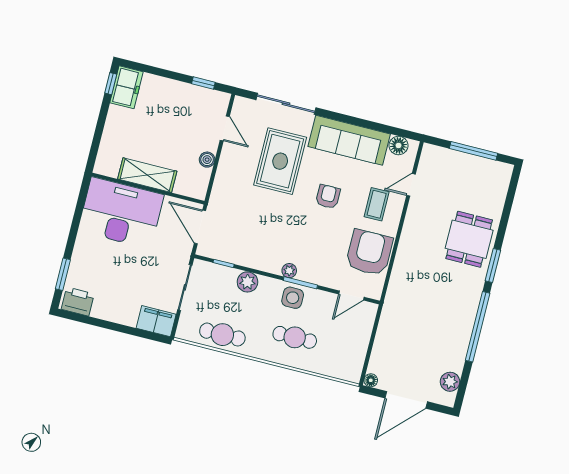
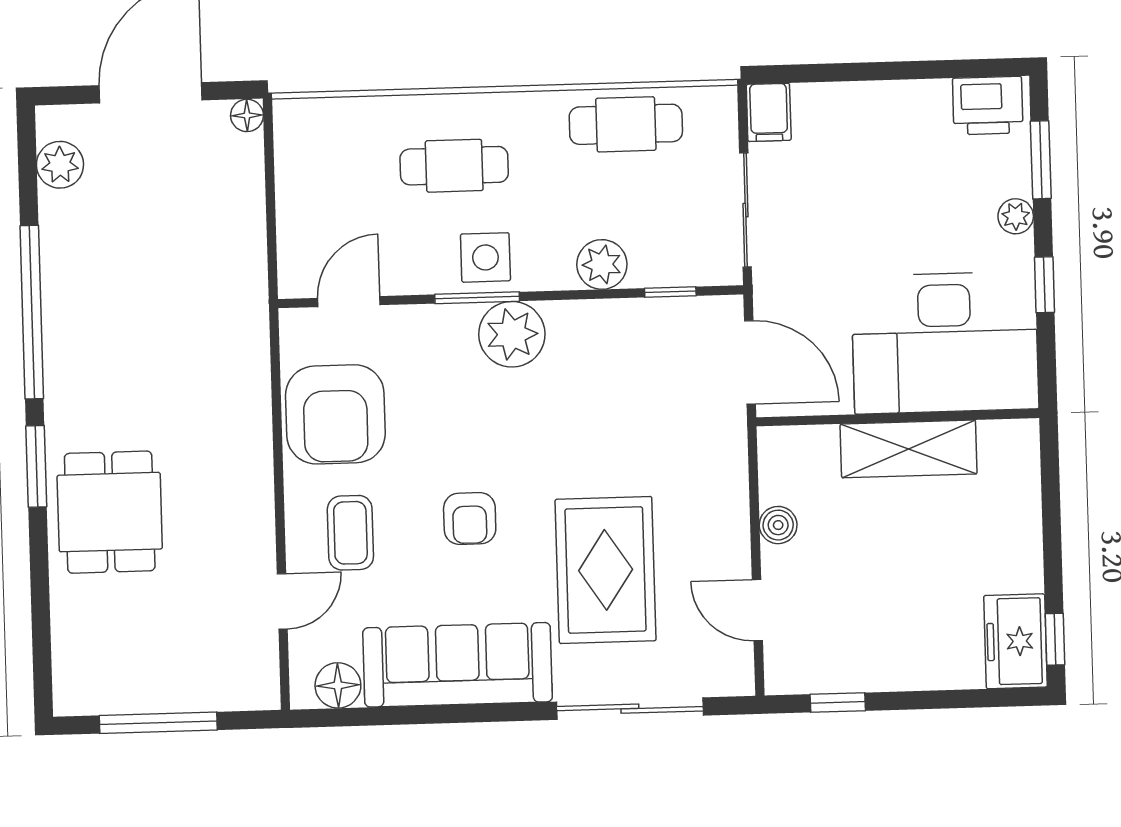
window: (75, 225) -> (1044, 285), added
plant: (79, 255) -> (1016, 216), added
plant: (289, 271) -> (512, 334), width x1.87, depth x1.87
filing cabinet: (156, 321) -> (769, 112), width x0.50

